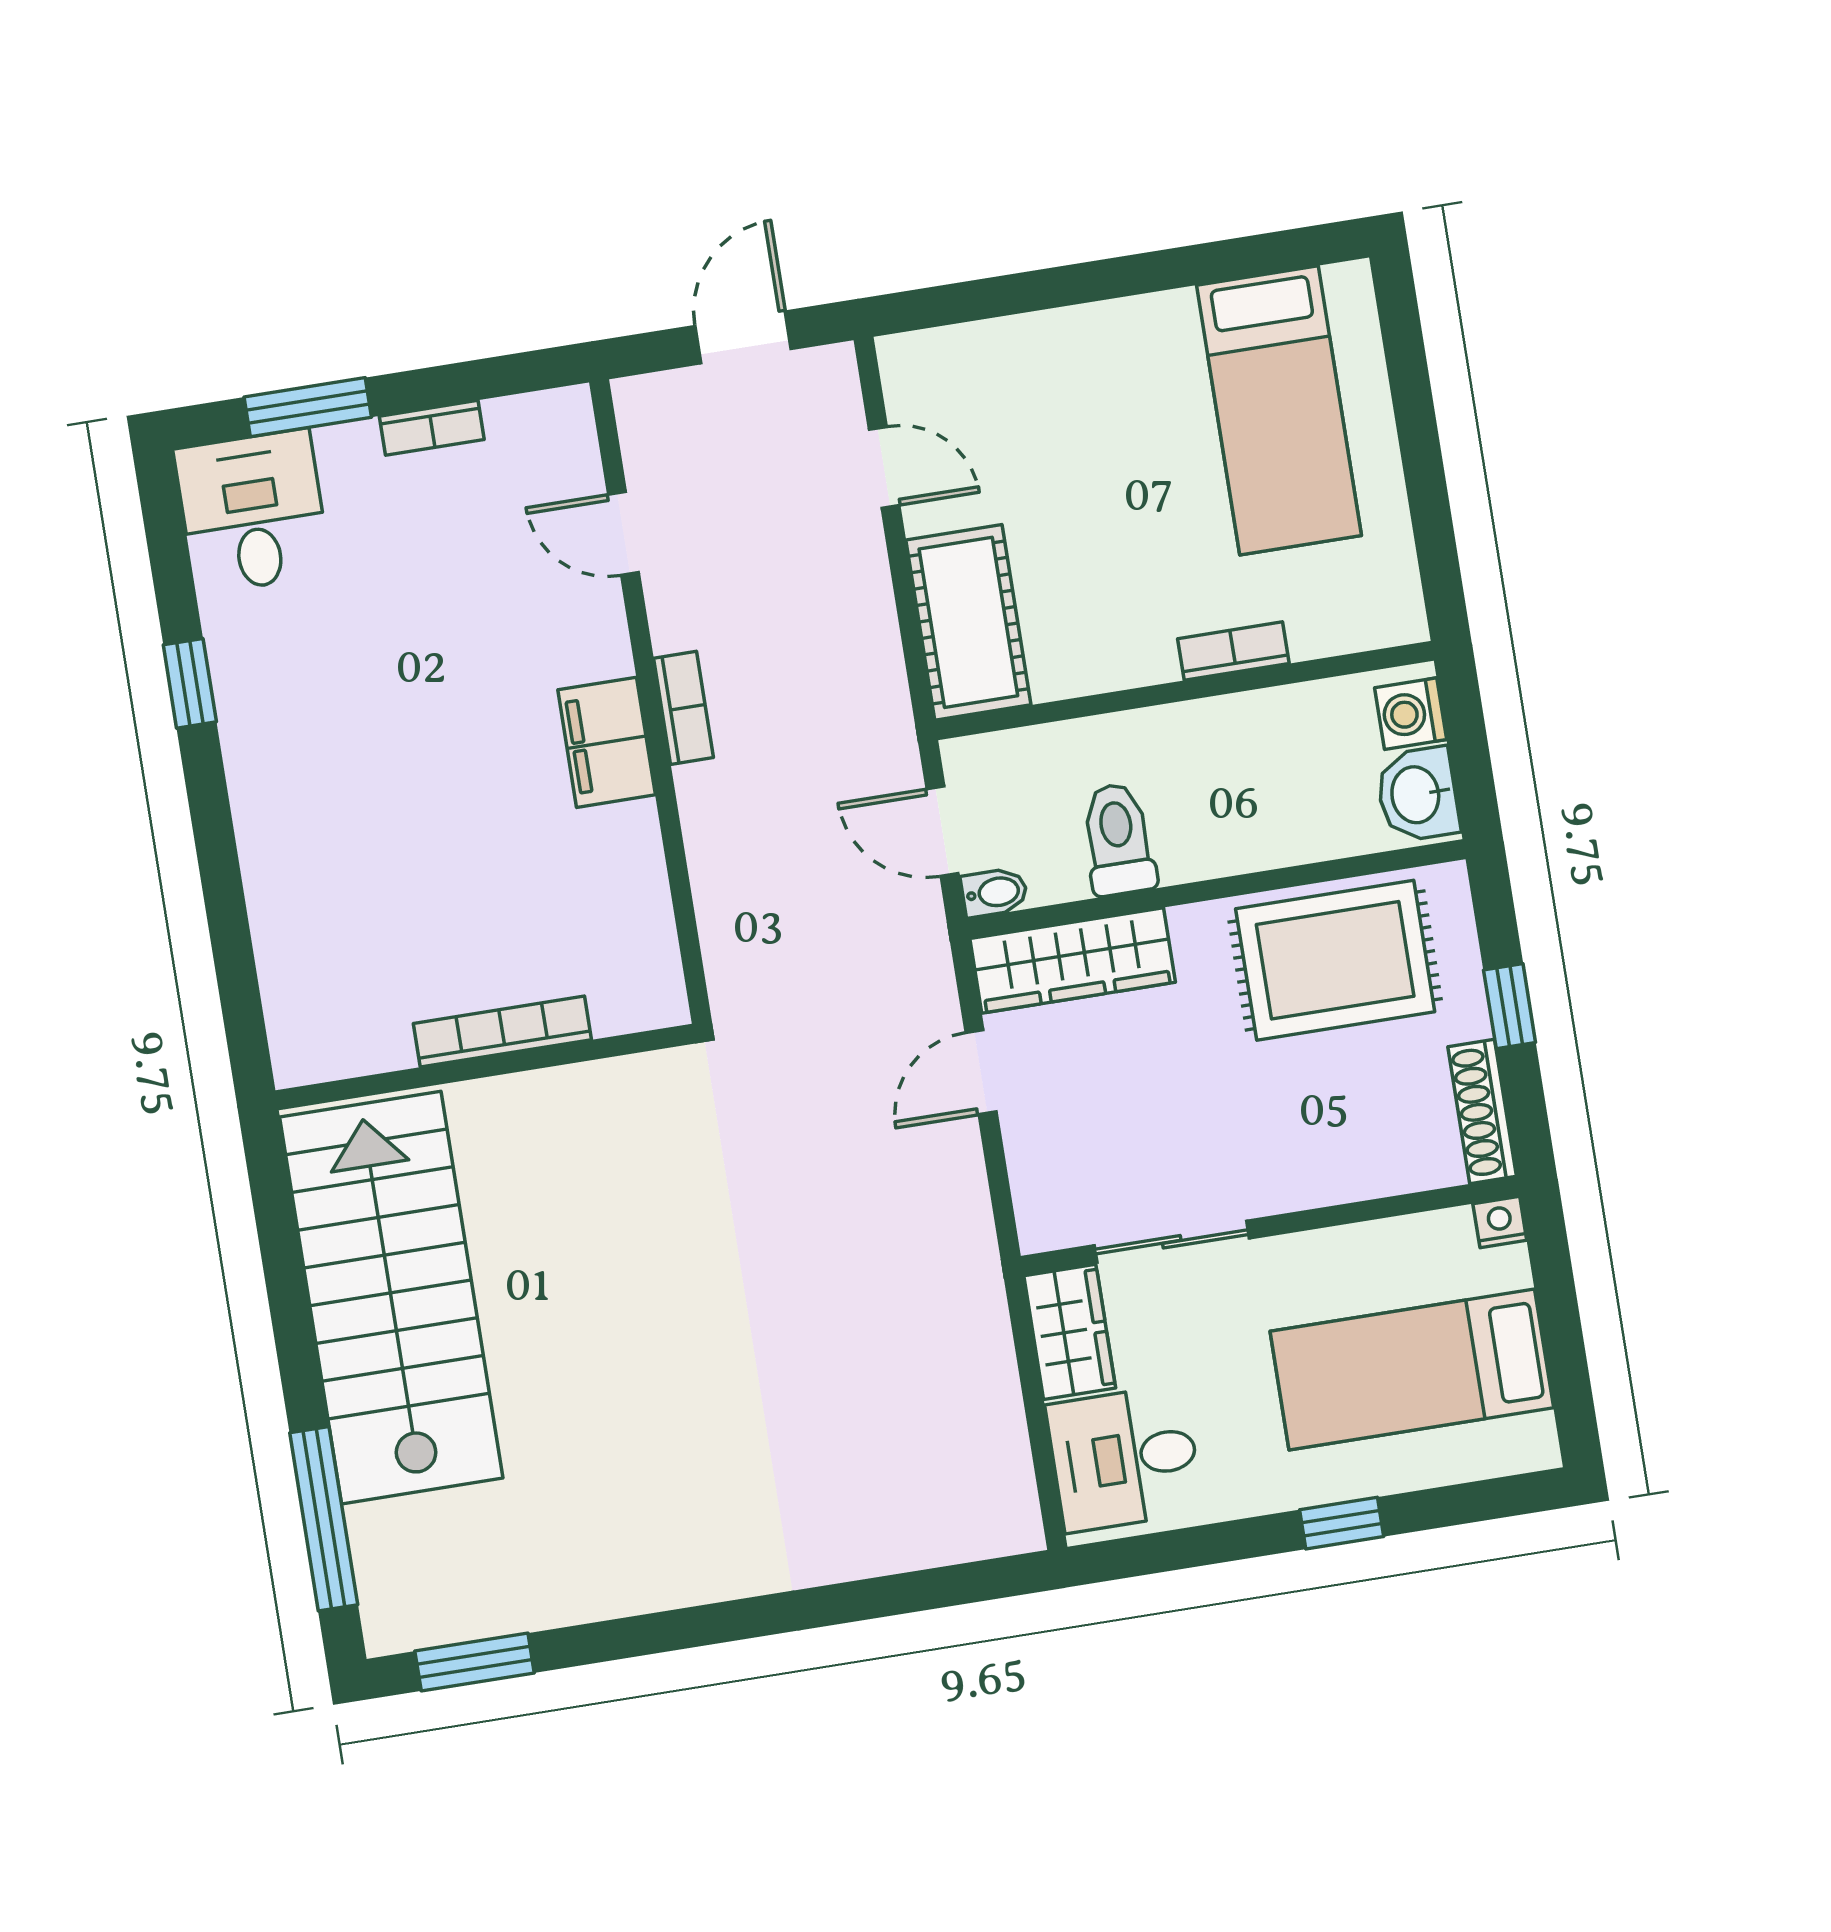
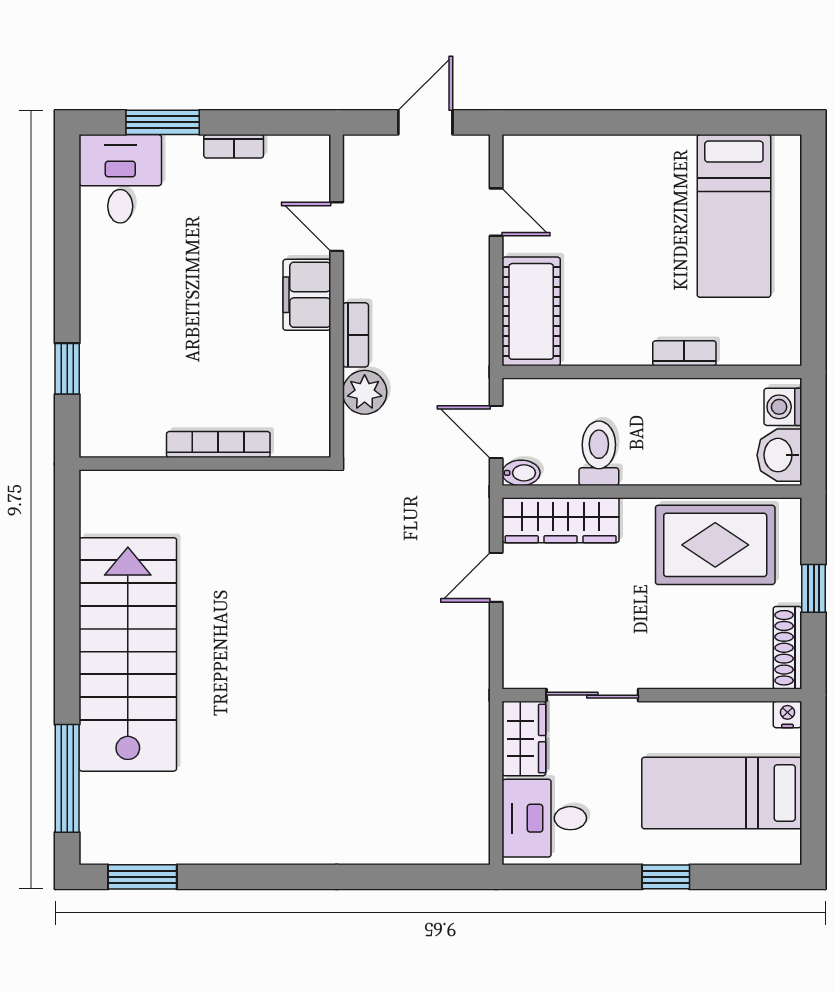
window: (190, 683) -> (67, 369), moved
filing cabinet: (607, 742) -> (307, 295), moved
plant: (714, 800) -> (365, 392), added
bookcase: (502, 1032) -> (218, 445), moved
wall: (485, 1067) -> (205, 464), moved

